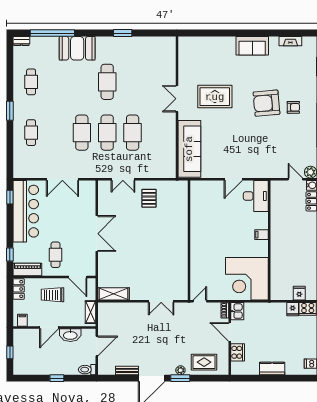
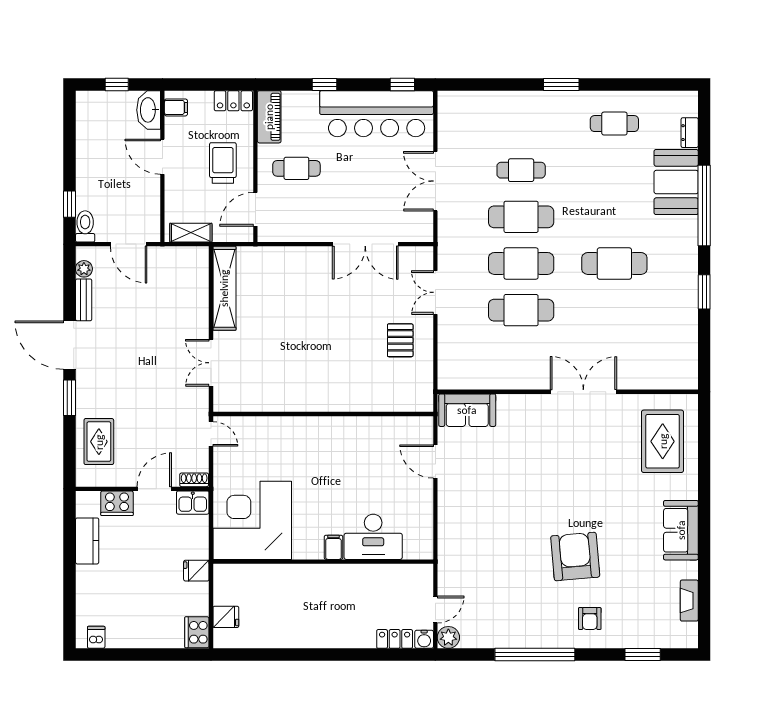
window: (52, 33) -> (704, 206), moved
dresser: (21, 41) -> (690, 133), moved
booth: (77, 48) -> (676, 182), moved
rug: (215, 97) -> (663, 441), moved
double door: (177, 99) -> (583, 392), width x1.37
armchair: (293, 107) -> (590, 619), moved
cafe table: (31, 133) -> (521, 170), moved
sofa: (189, 149) -> (467, 410), width x0.54, depth x0.79
door: (233, 179) -> (435, 462), moved
desk: (256, 196) -> (373, 537), moved
pallet: (149, 198) -> (400, 340), turned 90
double door: (97, 234) -> (365, 244), moved
window: (10, 255) -> (324, 85), moved
shelving: (113, 294) -> (224, 288), width x1.47
fridge: (293, 309) -> (196, 571), moved
washbasin: (70, 335) -> (149, 110), moved
kitchen counter: (272, 369) -> (87, 541), moved
plant: (180, 370) -> (84, 269), moved
window: (57, 378) -> (69, 204), moved

